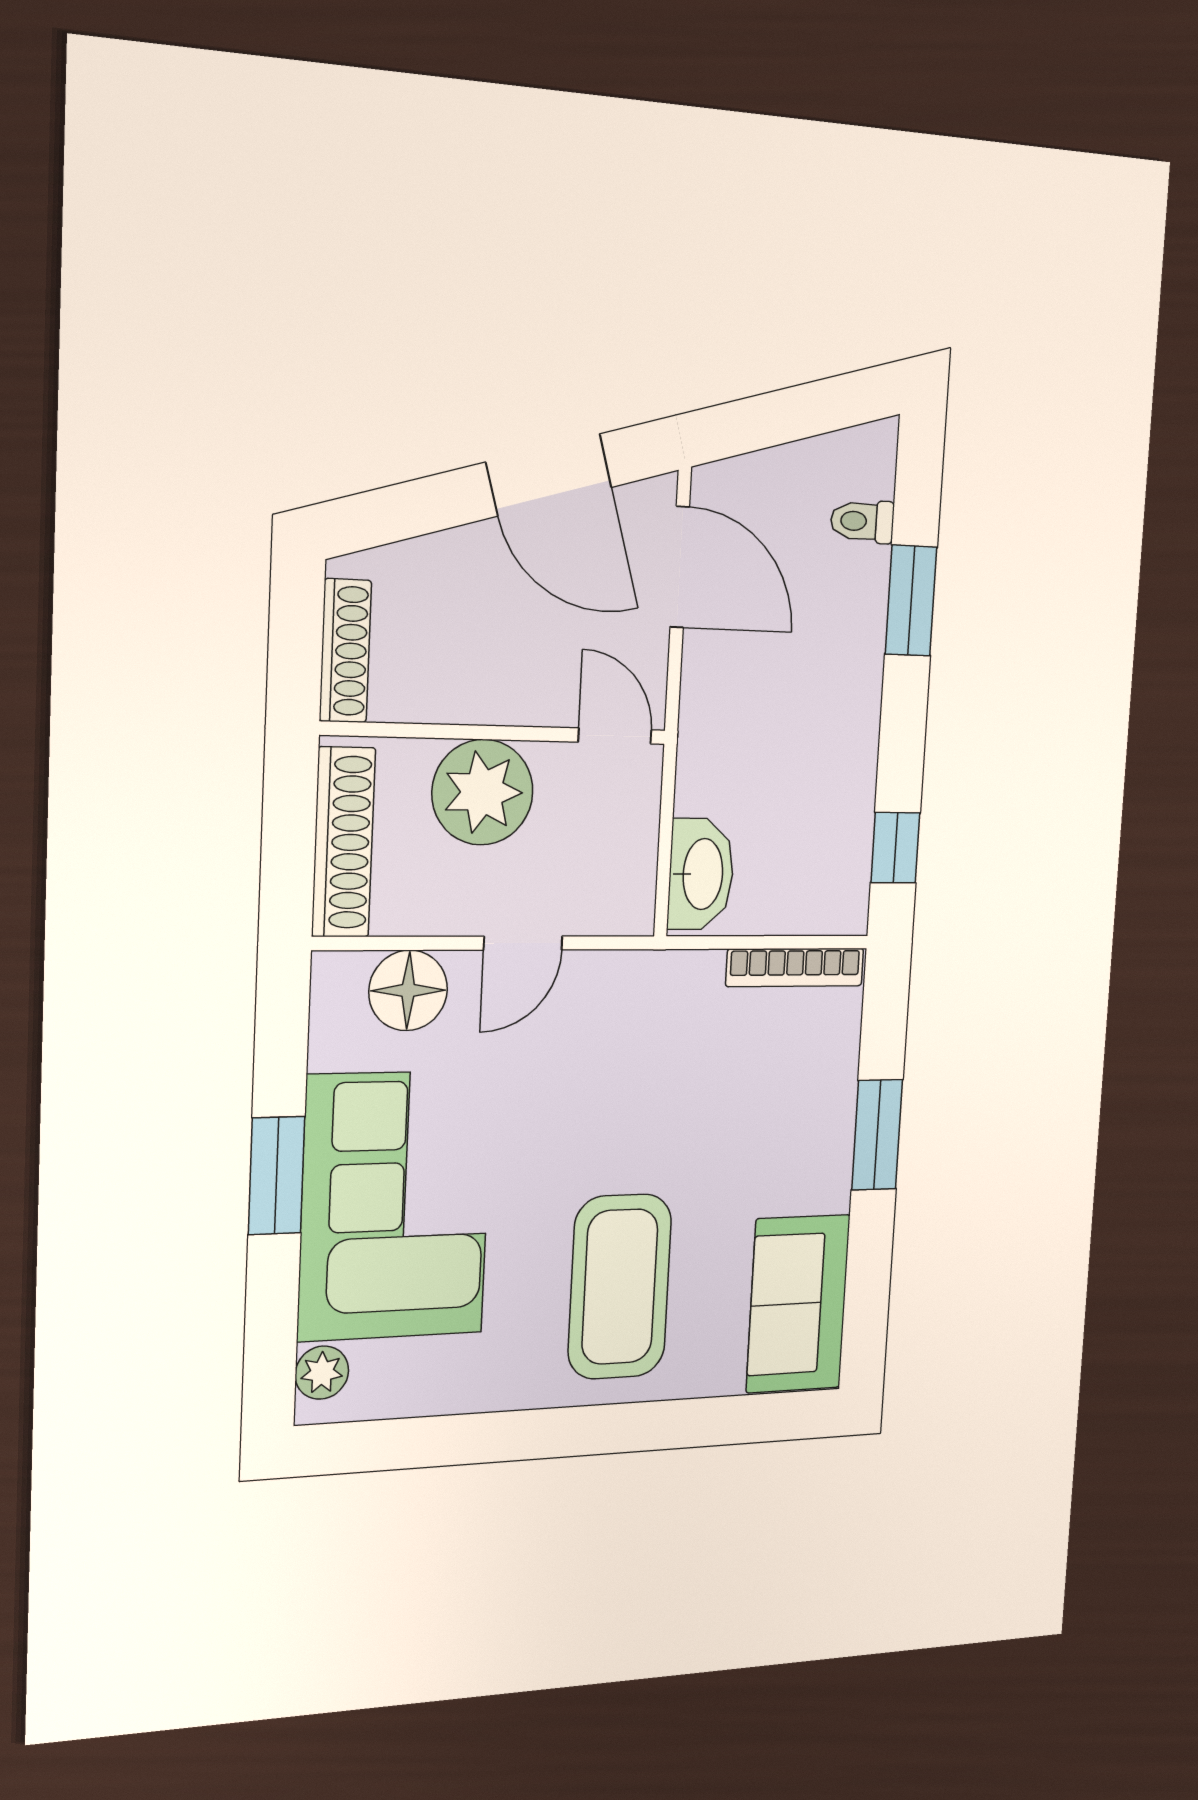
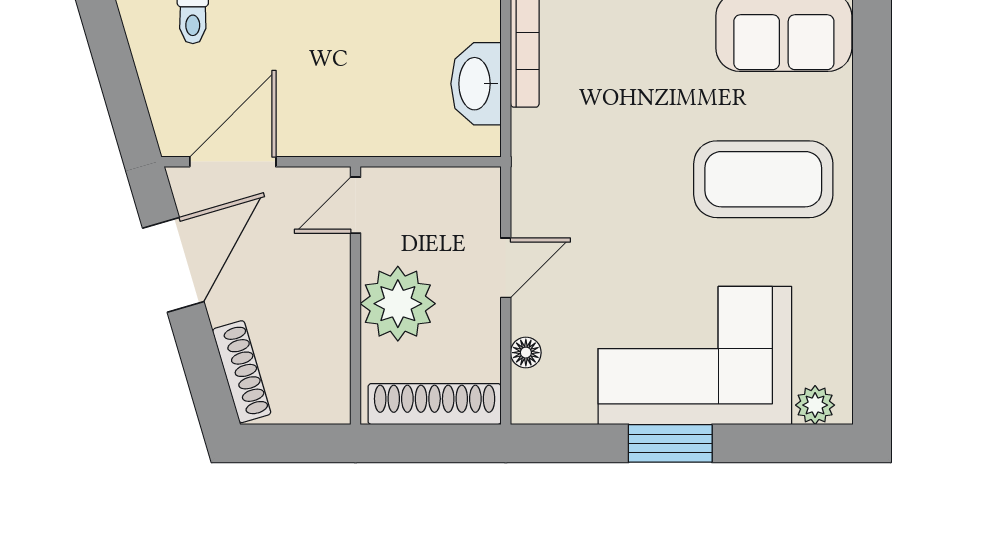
shoe rack: (345, 651) -> (242, 372), moved, turned 74
washbasin: (701, 874) -> (476, 84), moved, turned -90
door: (523, 943) -> (506, 268), hinge flipped
floor lamp: (408, 990) -> (526, 353), width x0.53, depth x0.53

